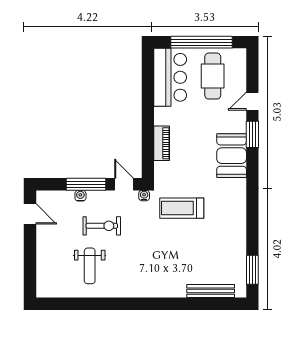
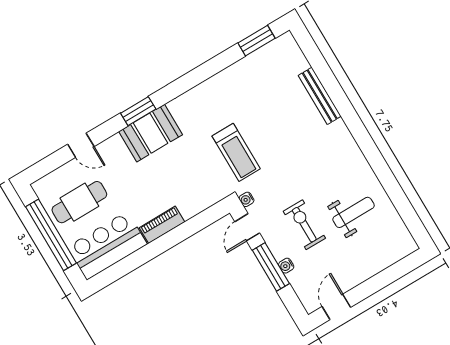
window: (252, 134) -> (138, 111), moved
piano: (162, 143) -> (162, 225), moved
bench: (211, 291) -> (320, 96), moved

